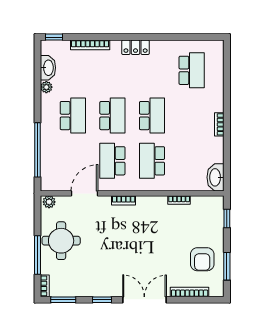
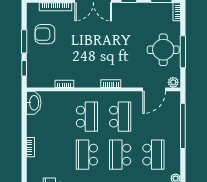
school desk: (73, 116) -> (153, 155), turned 180
door: (84, 193) -> (154, 89), moved
window: (38, 255) -> (183, 52), moved
armchair: (202, 259) -> (45, 34), turned -90
window: (227, 266) -> (24, 41), moved

